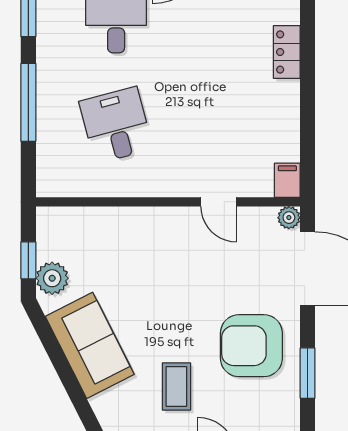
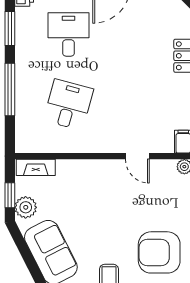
desk: (116, 125) -> (69, 105), turned 30
fireplace: (67, 219) -> (36, 167), added

